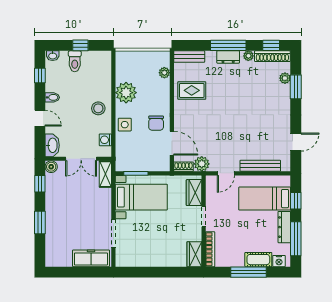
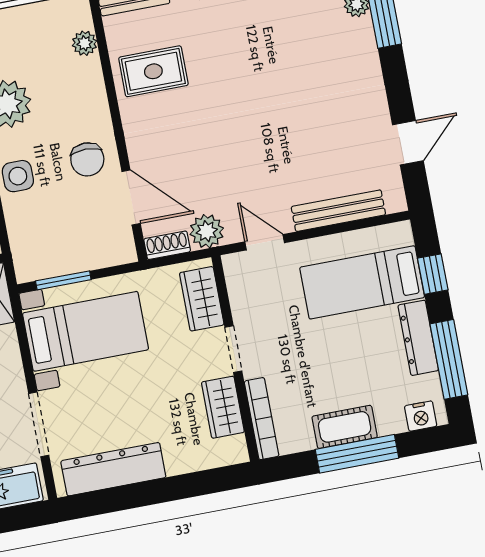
door: (226, 173) -> (265, 242), swing flipped
wardrobe: (194, 254) -> (223, 407), moved
dresser: (142, 259) -> (113, 469), added
cot: (258, 260) -> (345, 427), moved

